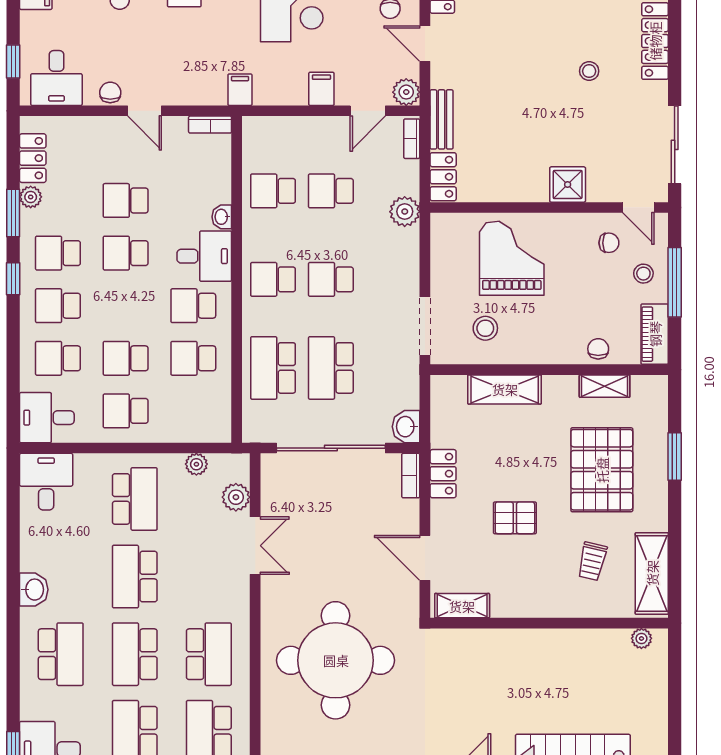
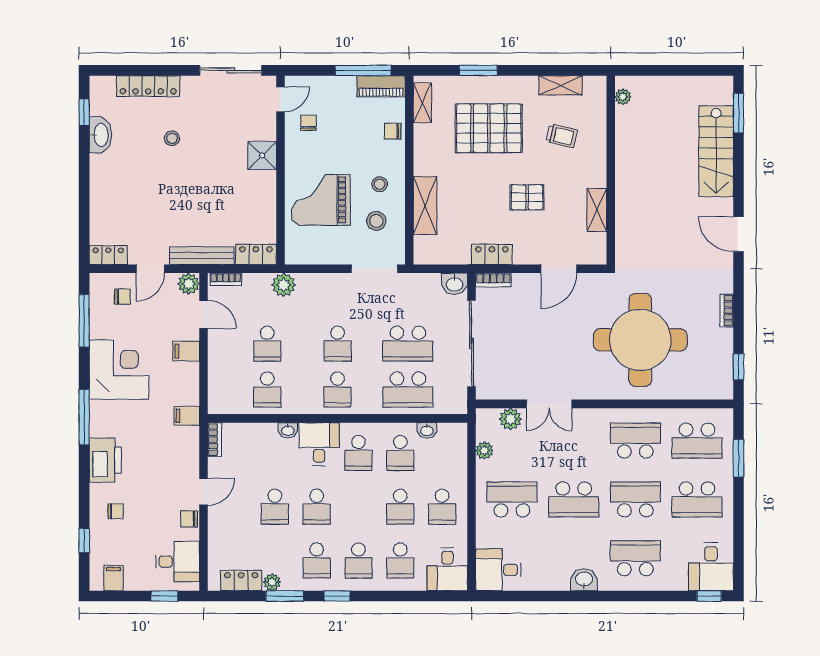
bench: (442, 119) -> (202, 256), width x1.36
stool: (643, 274) -> (380, 184), moved
window: (675, 282) -> (363, 70), moved
shelving: (605, 386) -> (422, 103), moved
washbasin: (222, 392) -> (427, 430), added
pallet: (515, 518) -> (527, 197), turned 90
double door: (255, 546) -> (549, 404), swing flipped
shelving: (652, 573) -> (560, 85), width x0.67, depth x0.75
shelving: (462, 606) -> (597, 210), moved
school desk: (135, 654) -> (635, 499), turned 180

